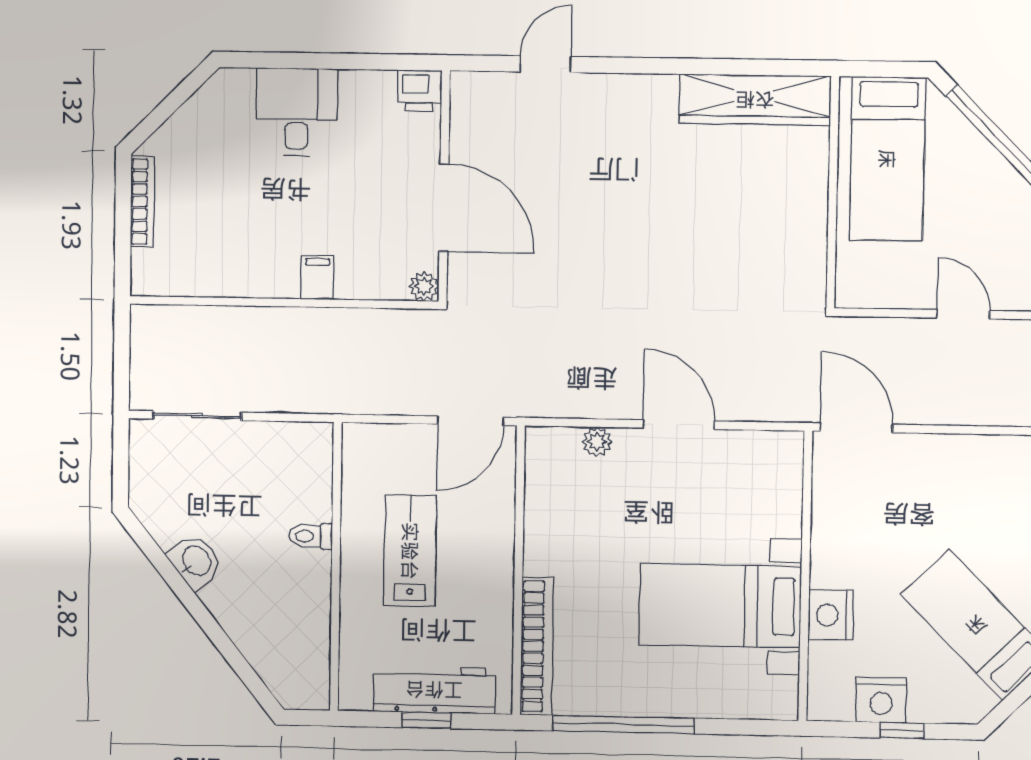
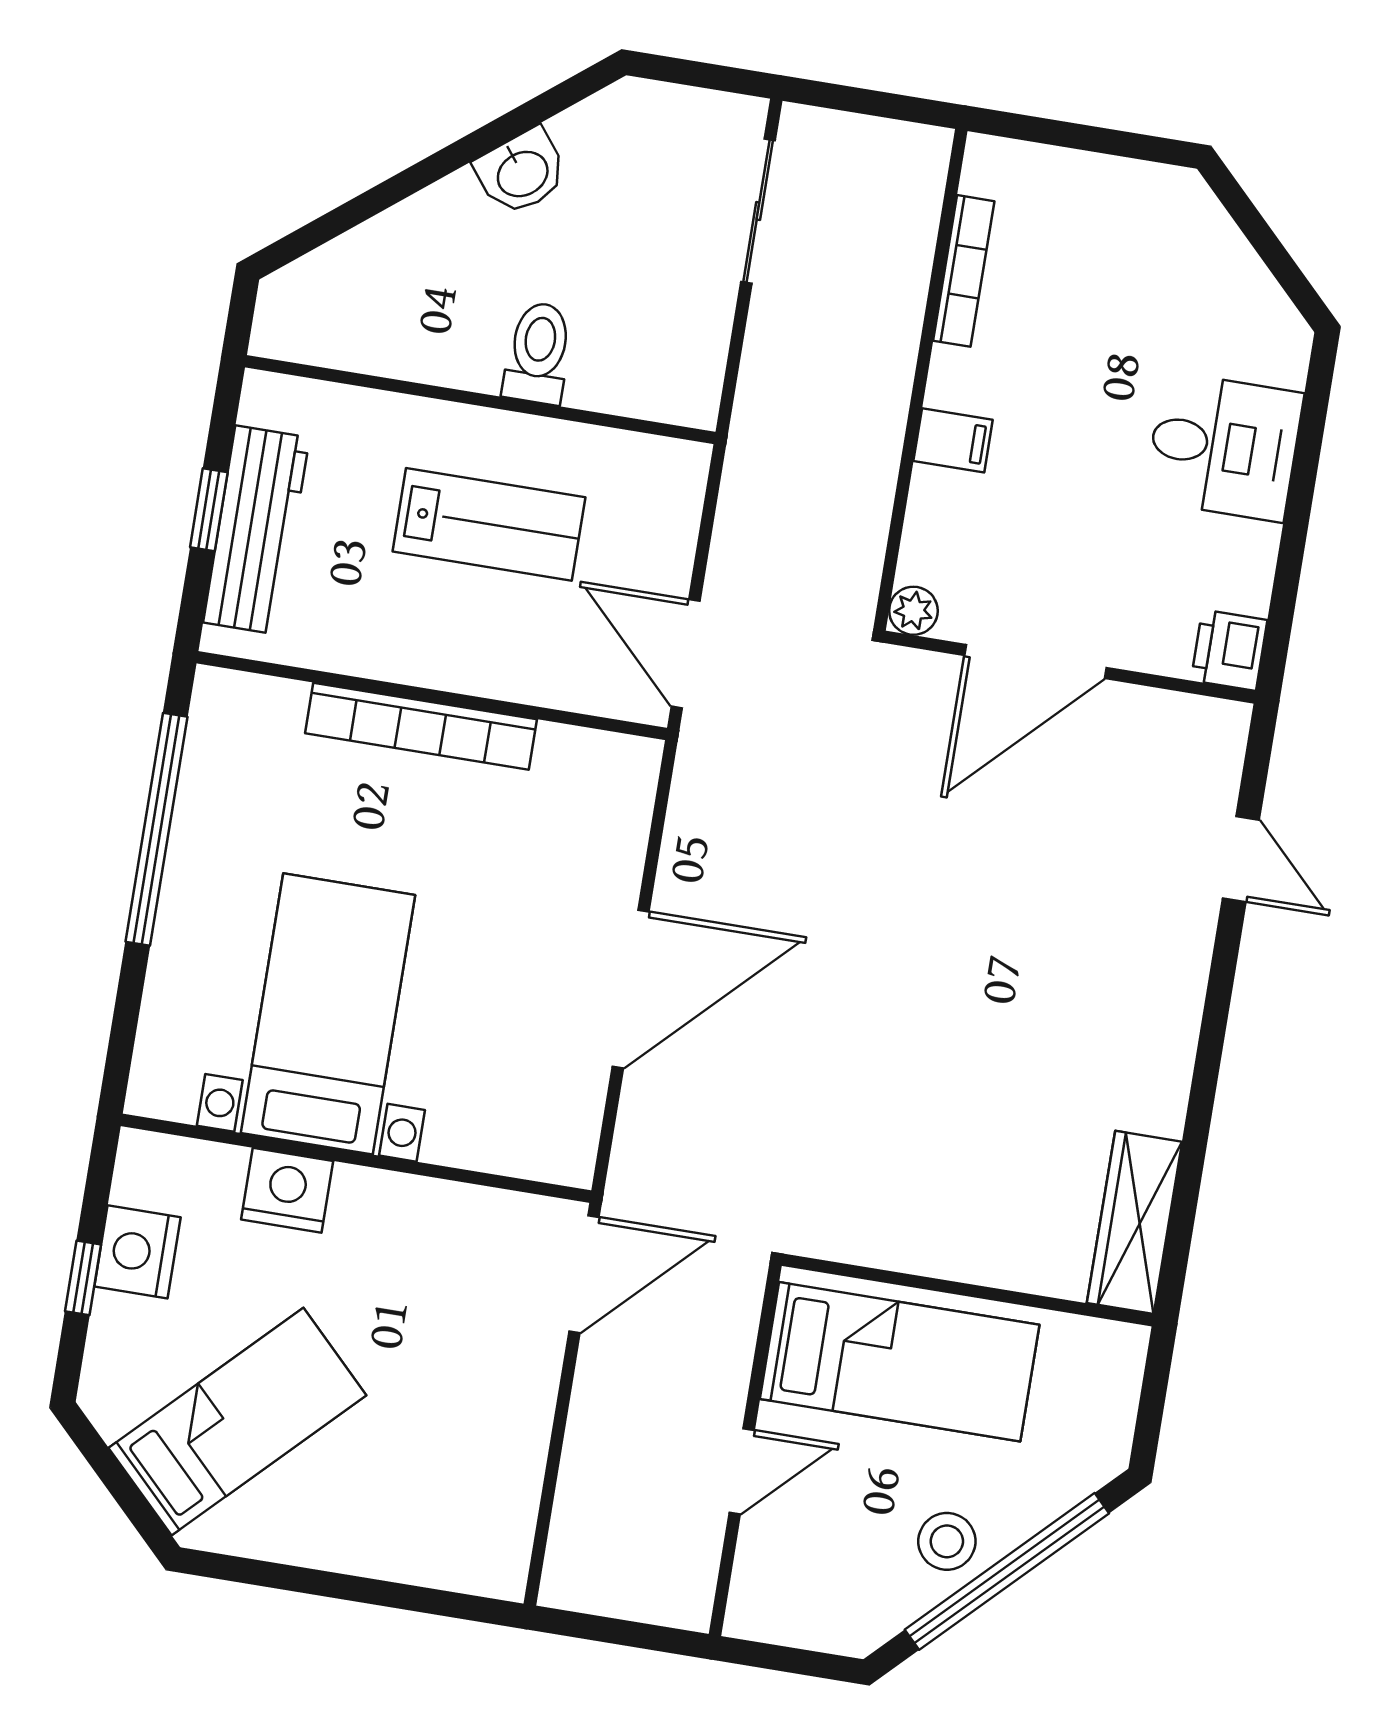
wardrobe: (755, 100) -> (1135, 1222), width x0.71, depth x0.85
bed: (887, 159) -> (900, 1362), moved, turned 180
stool: (989, 182) -> (947, 1541), added
bookcase: (142, 202) -> (964, 271), moved, turned -90
door: (679, 425) -> (631, 989), width x1.36
plant: (597, 442) -> (622, 853), removed
toilet: (311, 536) -> (538, 353), width x1.37, depth x1.39
bookcase: (537, 646) -> (421, 726), moved

